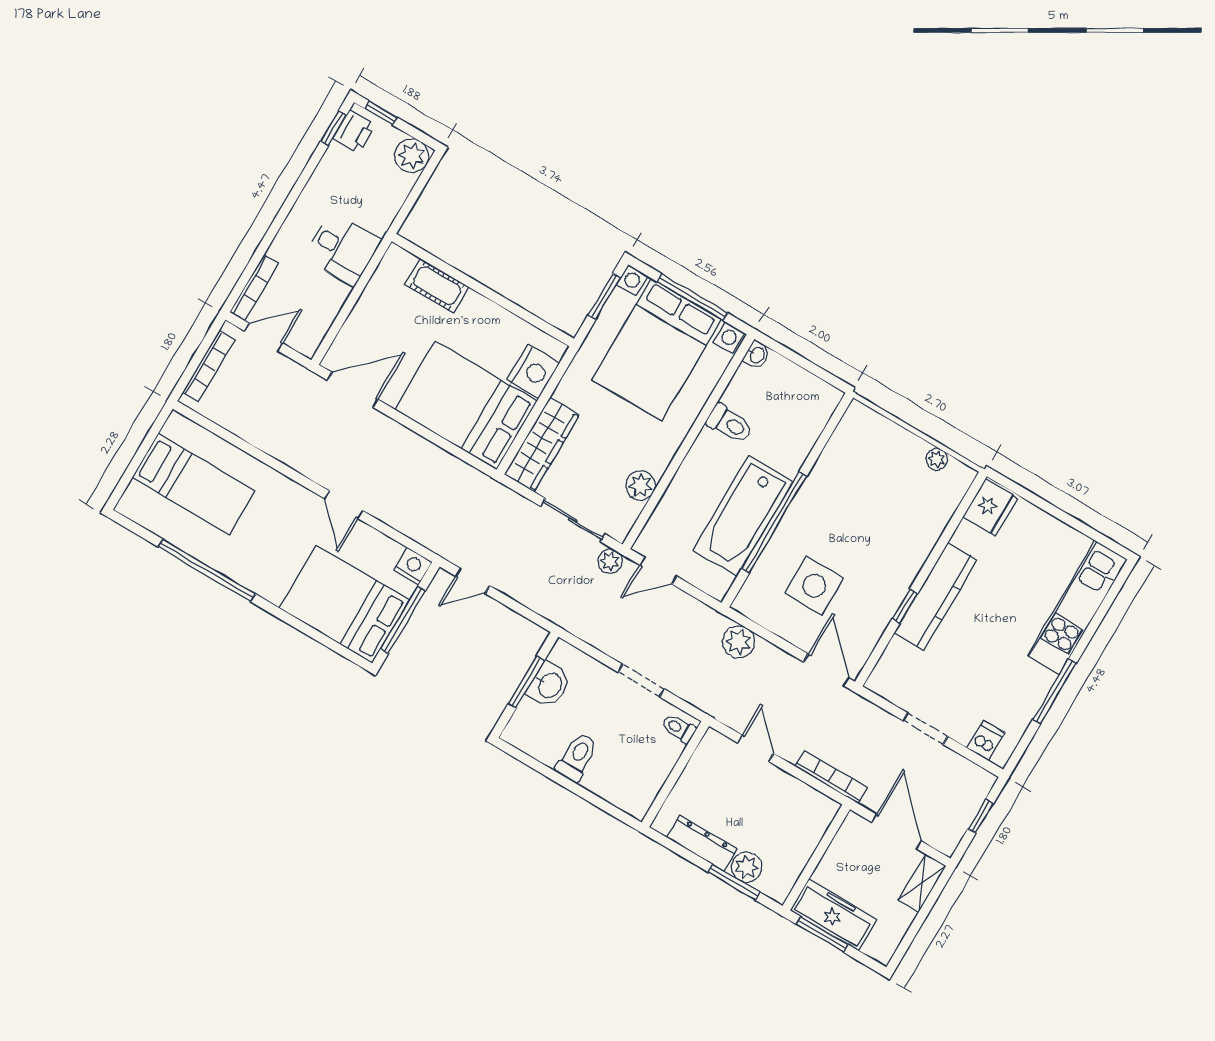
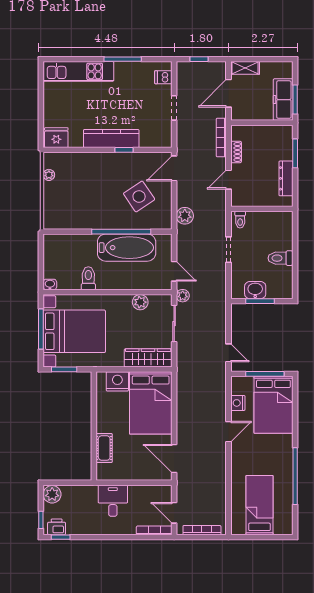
nightstand: (413, 566) -> (238, 403), moved
side table: (814, 586) -> (139, 196), turned -34
shoe rack: (793, 787) -> (236, 152), added
plant: (747, 867) -> (285, 152), removed

